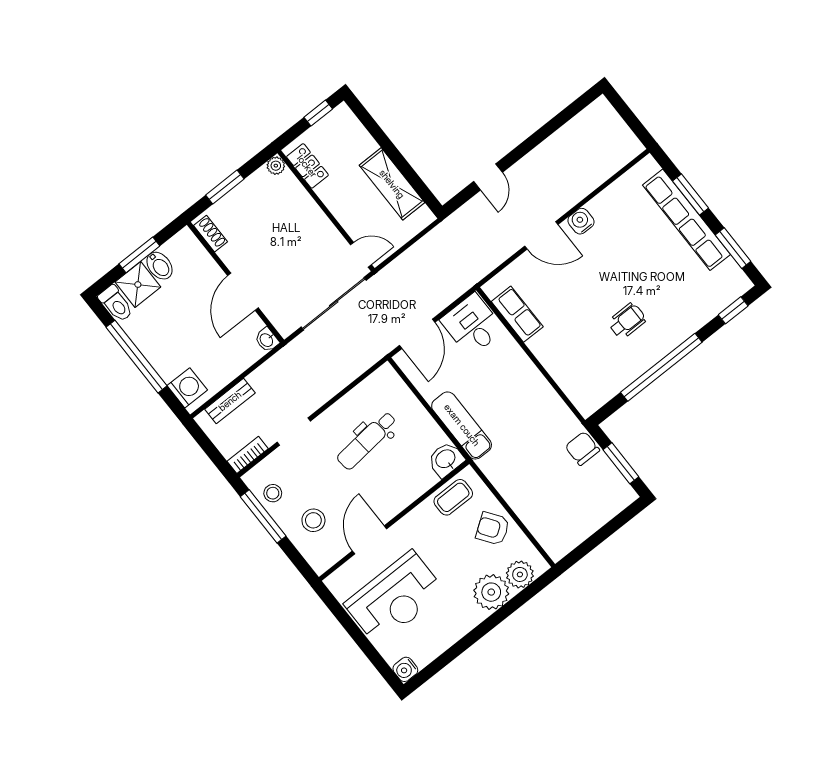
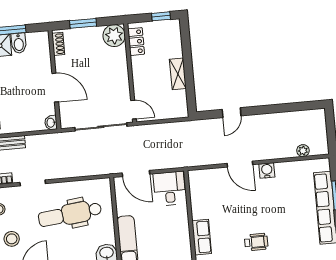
plant: (276, 166) -> (114, 36), width x1.88, depth x1.88
plant: (610, 166) -> (303, 151), added
shelving: (392, 184) -> (178, 74), width x0.67, depth x0.75
door: (243, 292) -> (55, 88), swing flipped
row of seats: (517, 314) -> (202, 237), moved
door: (417, 334) -> (136, 174), hinge flipped
dental chair: (367, 440) -> (70, 214), width x1.36, depth x1.38

